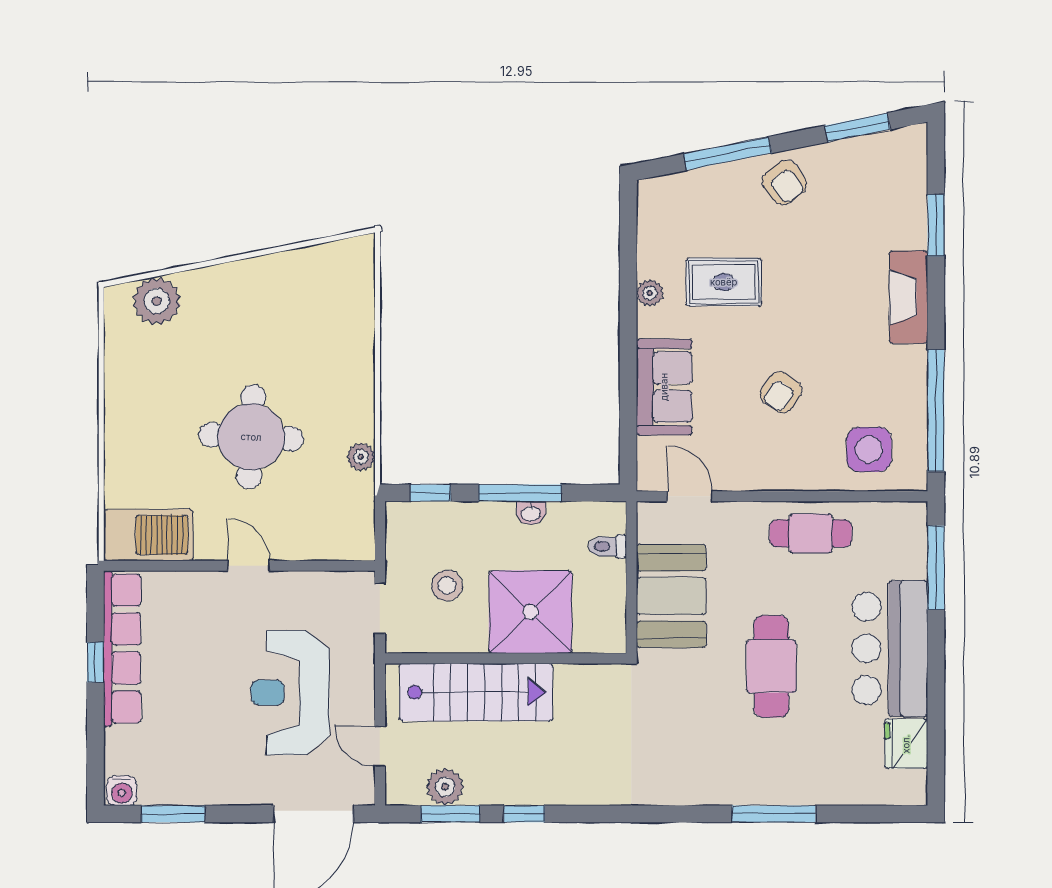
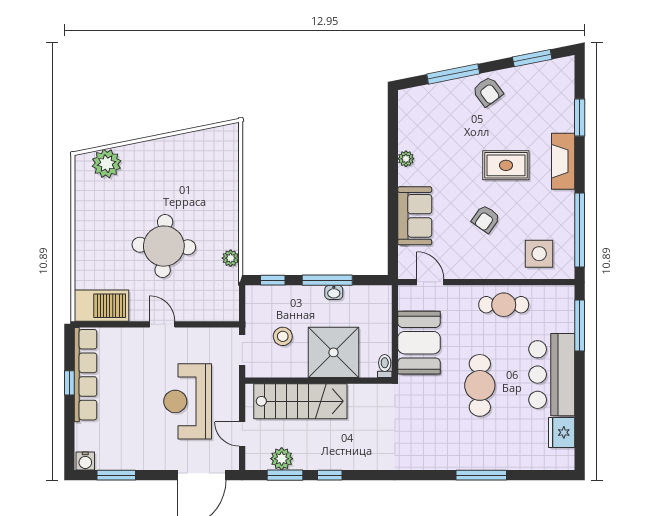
rug: (724, 282) -> (506, 165), moved
toilet: (607, 547) -> (385, 366), moved, turned 90

